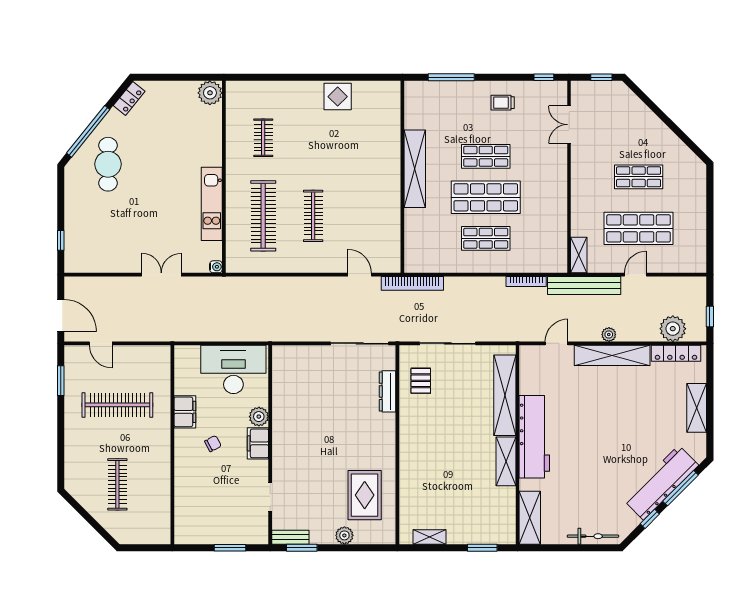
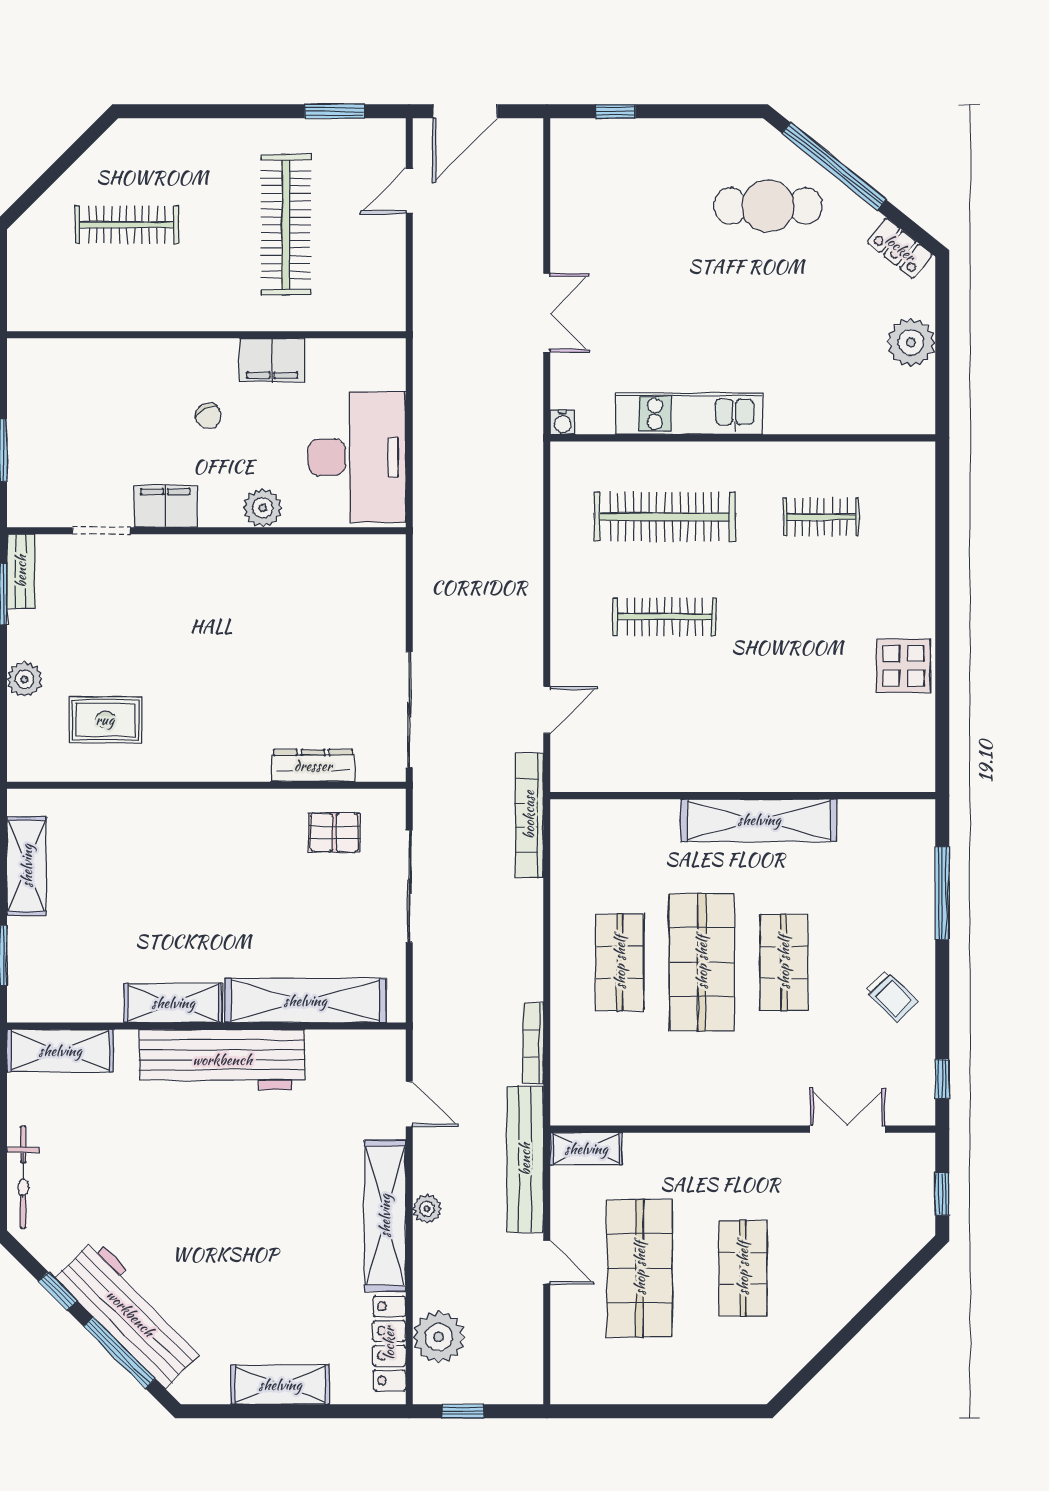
plant: (210, 93) -> (911, 342), moved
trolley: (503, 103) -> (891, 996), turned 135
filing cabinet: (258, 443) -> (165, 506), moved
rug: (365, 495) -> (105, 720), width x0.73, depth x0.70
shelving: (429, 537) -> (27, 866), width x1.50, depth x1.33

